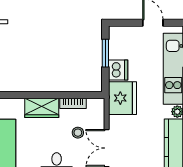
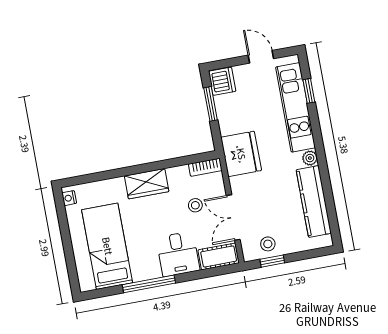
dishwasher: (118, 70) -> (222, 81), moved
bookcase: (73, 103) -> (205, 167), moved

